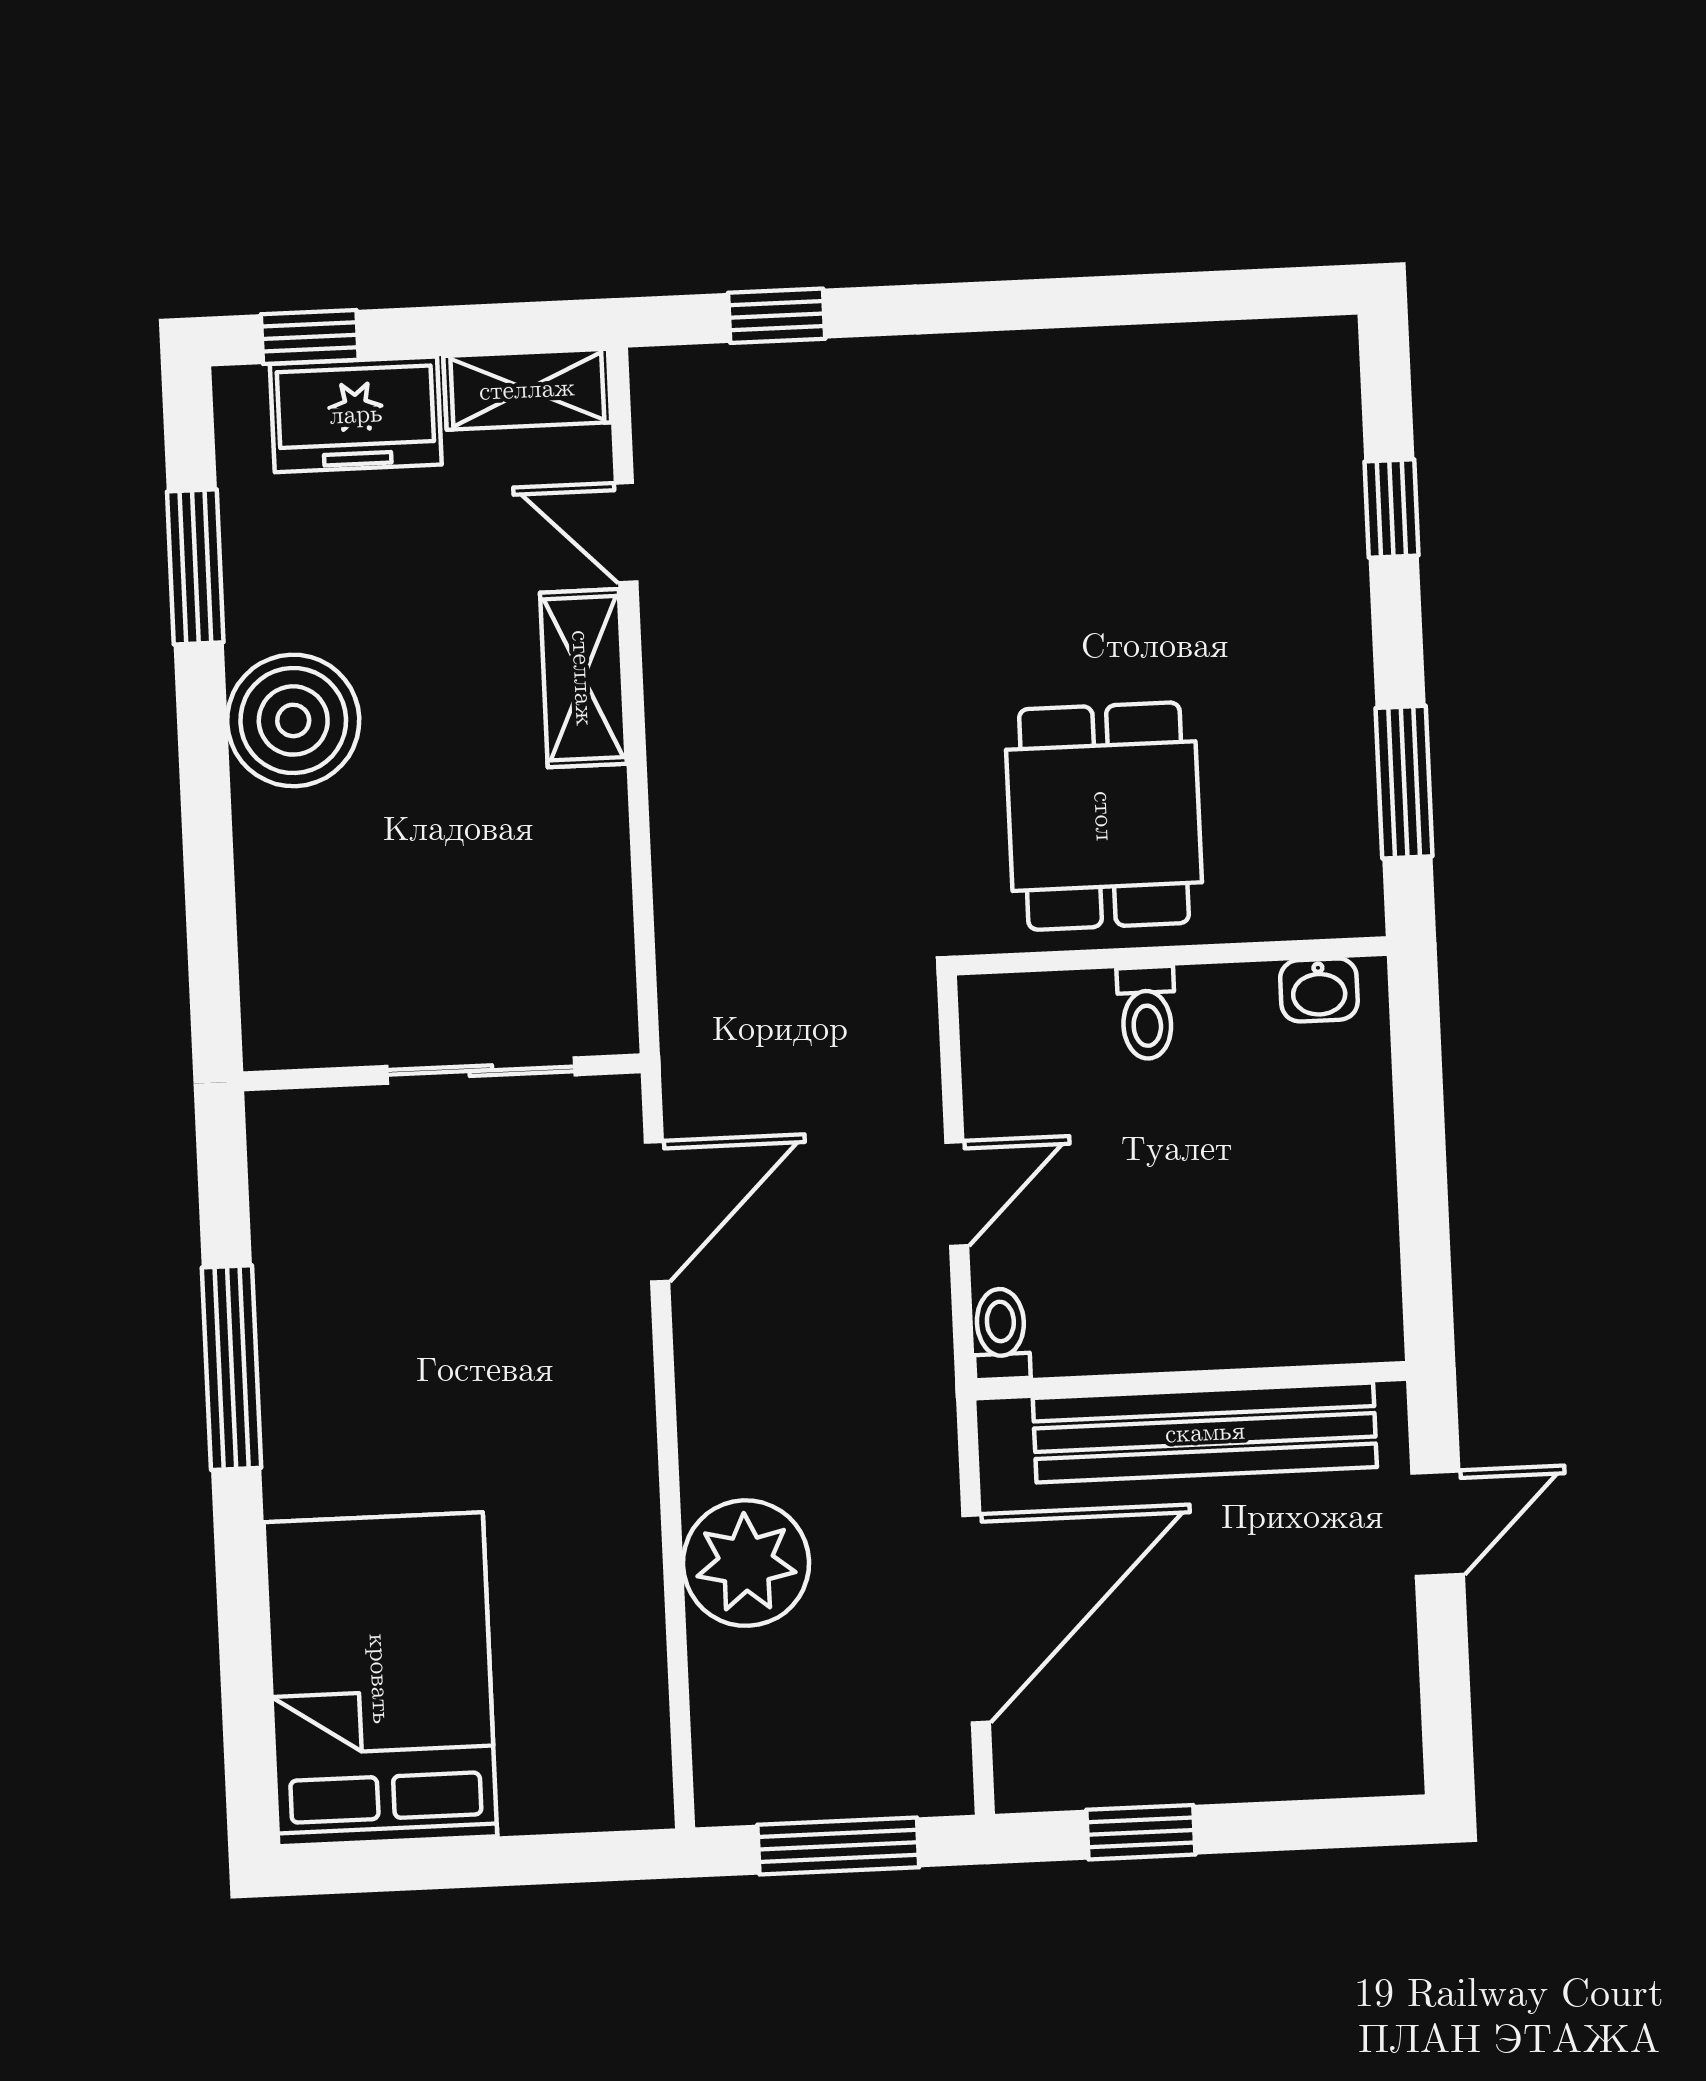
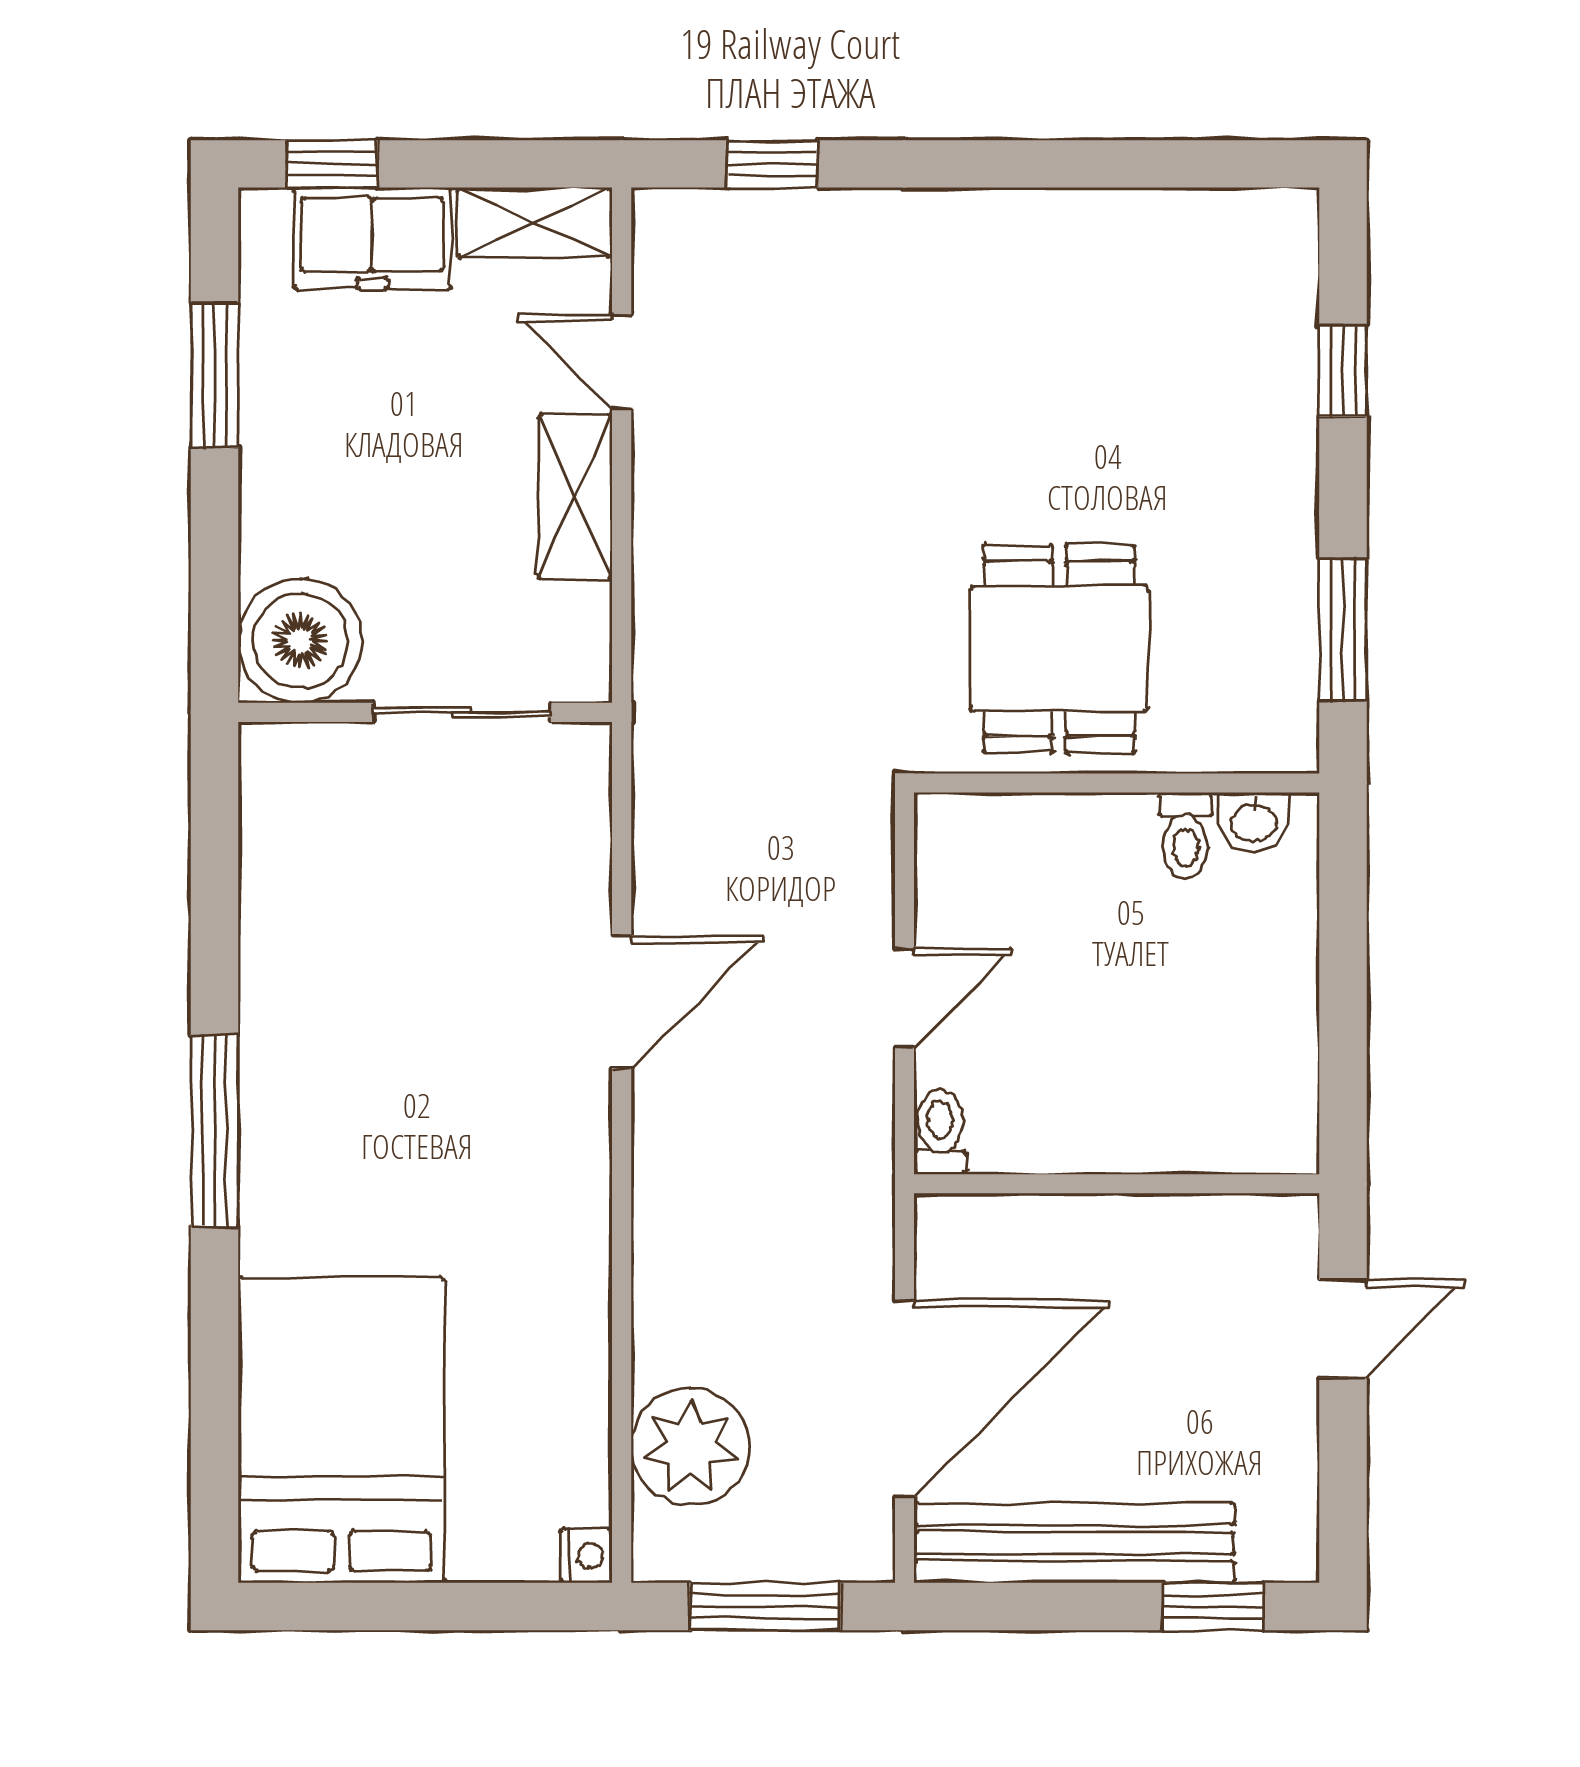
boiler: (293, 720) -> (300, 641), moved
toilet: (1147, 1013) -> (1185, 836), moved
sliding door: (481, 1071) -> (462, 712), moved
wall: (442, 1072) -> (425, 712), moved
bench: (1205, 1432) -> (1074, 1543), moved
plant: (746, 1563) -> (690, 1447), moved
nightstand: (646, 1801) -> (586, 1556), added
window: (1141, 1832) -> (1213, 1607), moved

